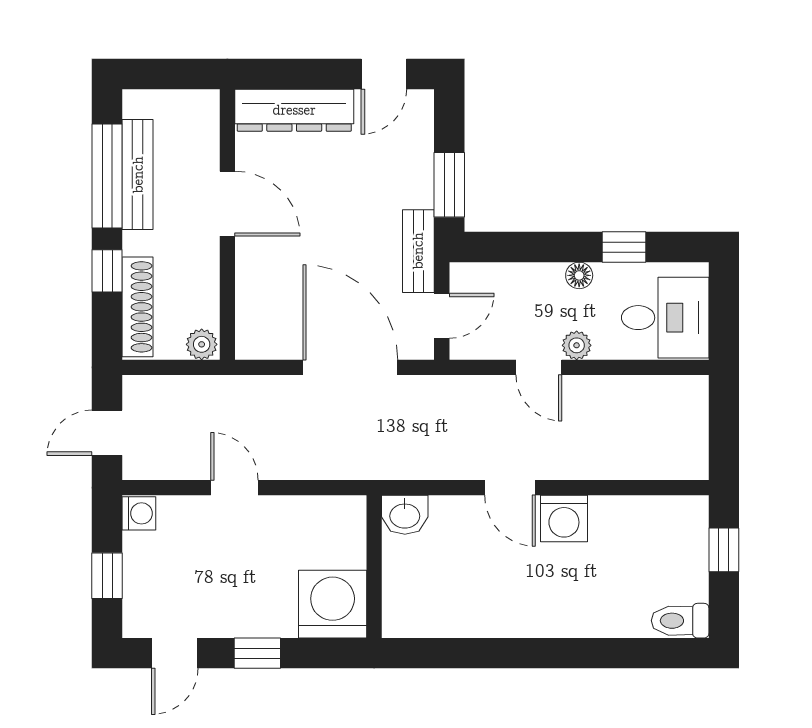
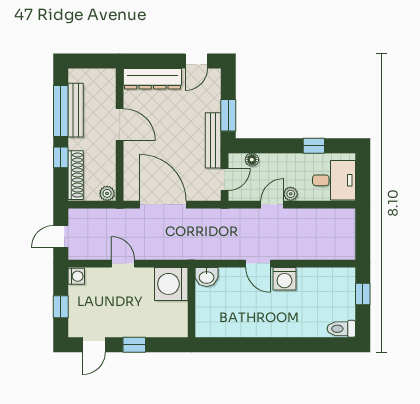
bench: (418, 251) -> (213, 140), width x1.36
floor lamp: (579, 275) -> (252, 160), moved
door: (350, 367) -> (163, 205), moved
door: (539, 367) -> (272, 205), swing flipped
washing machine: (333, 604) -> (171, 284), moved, turned -90

